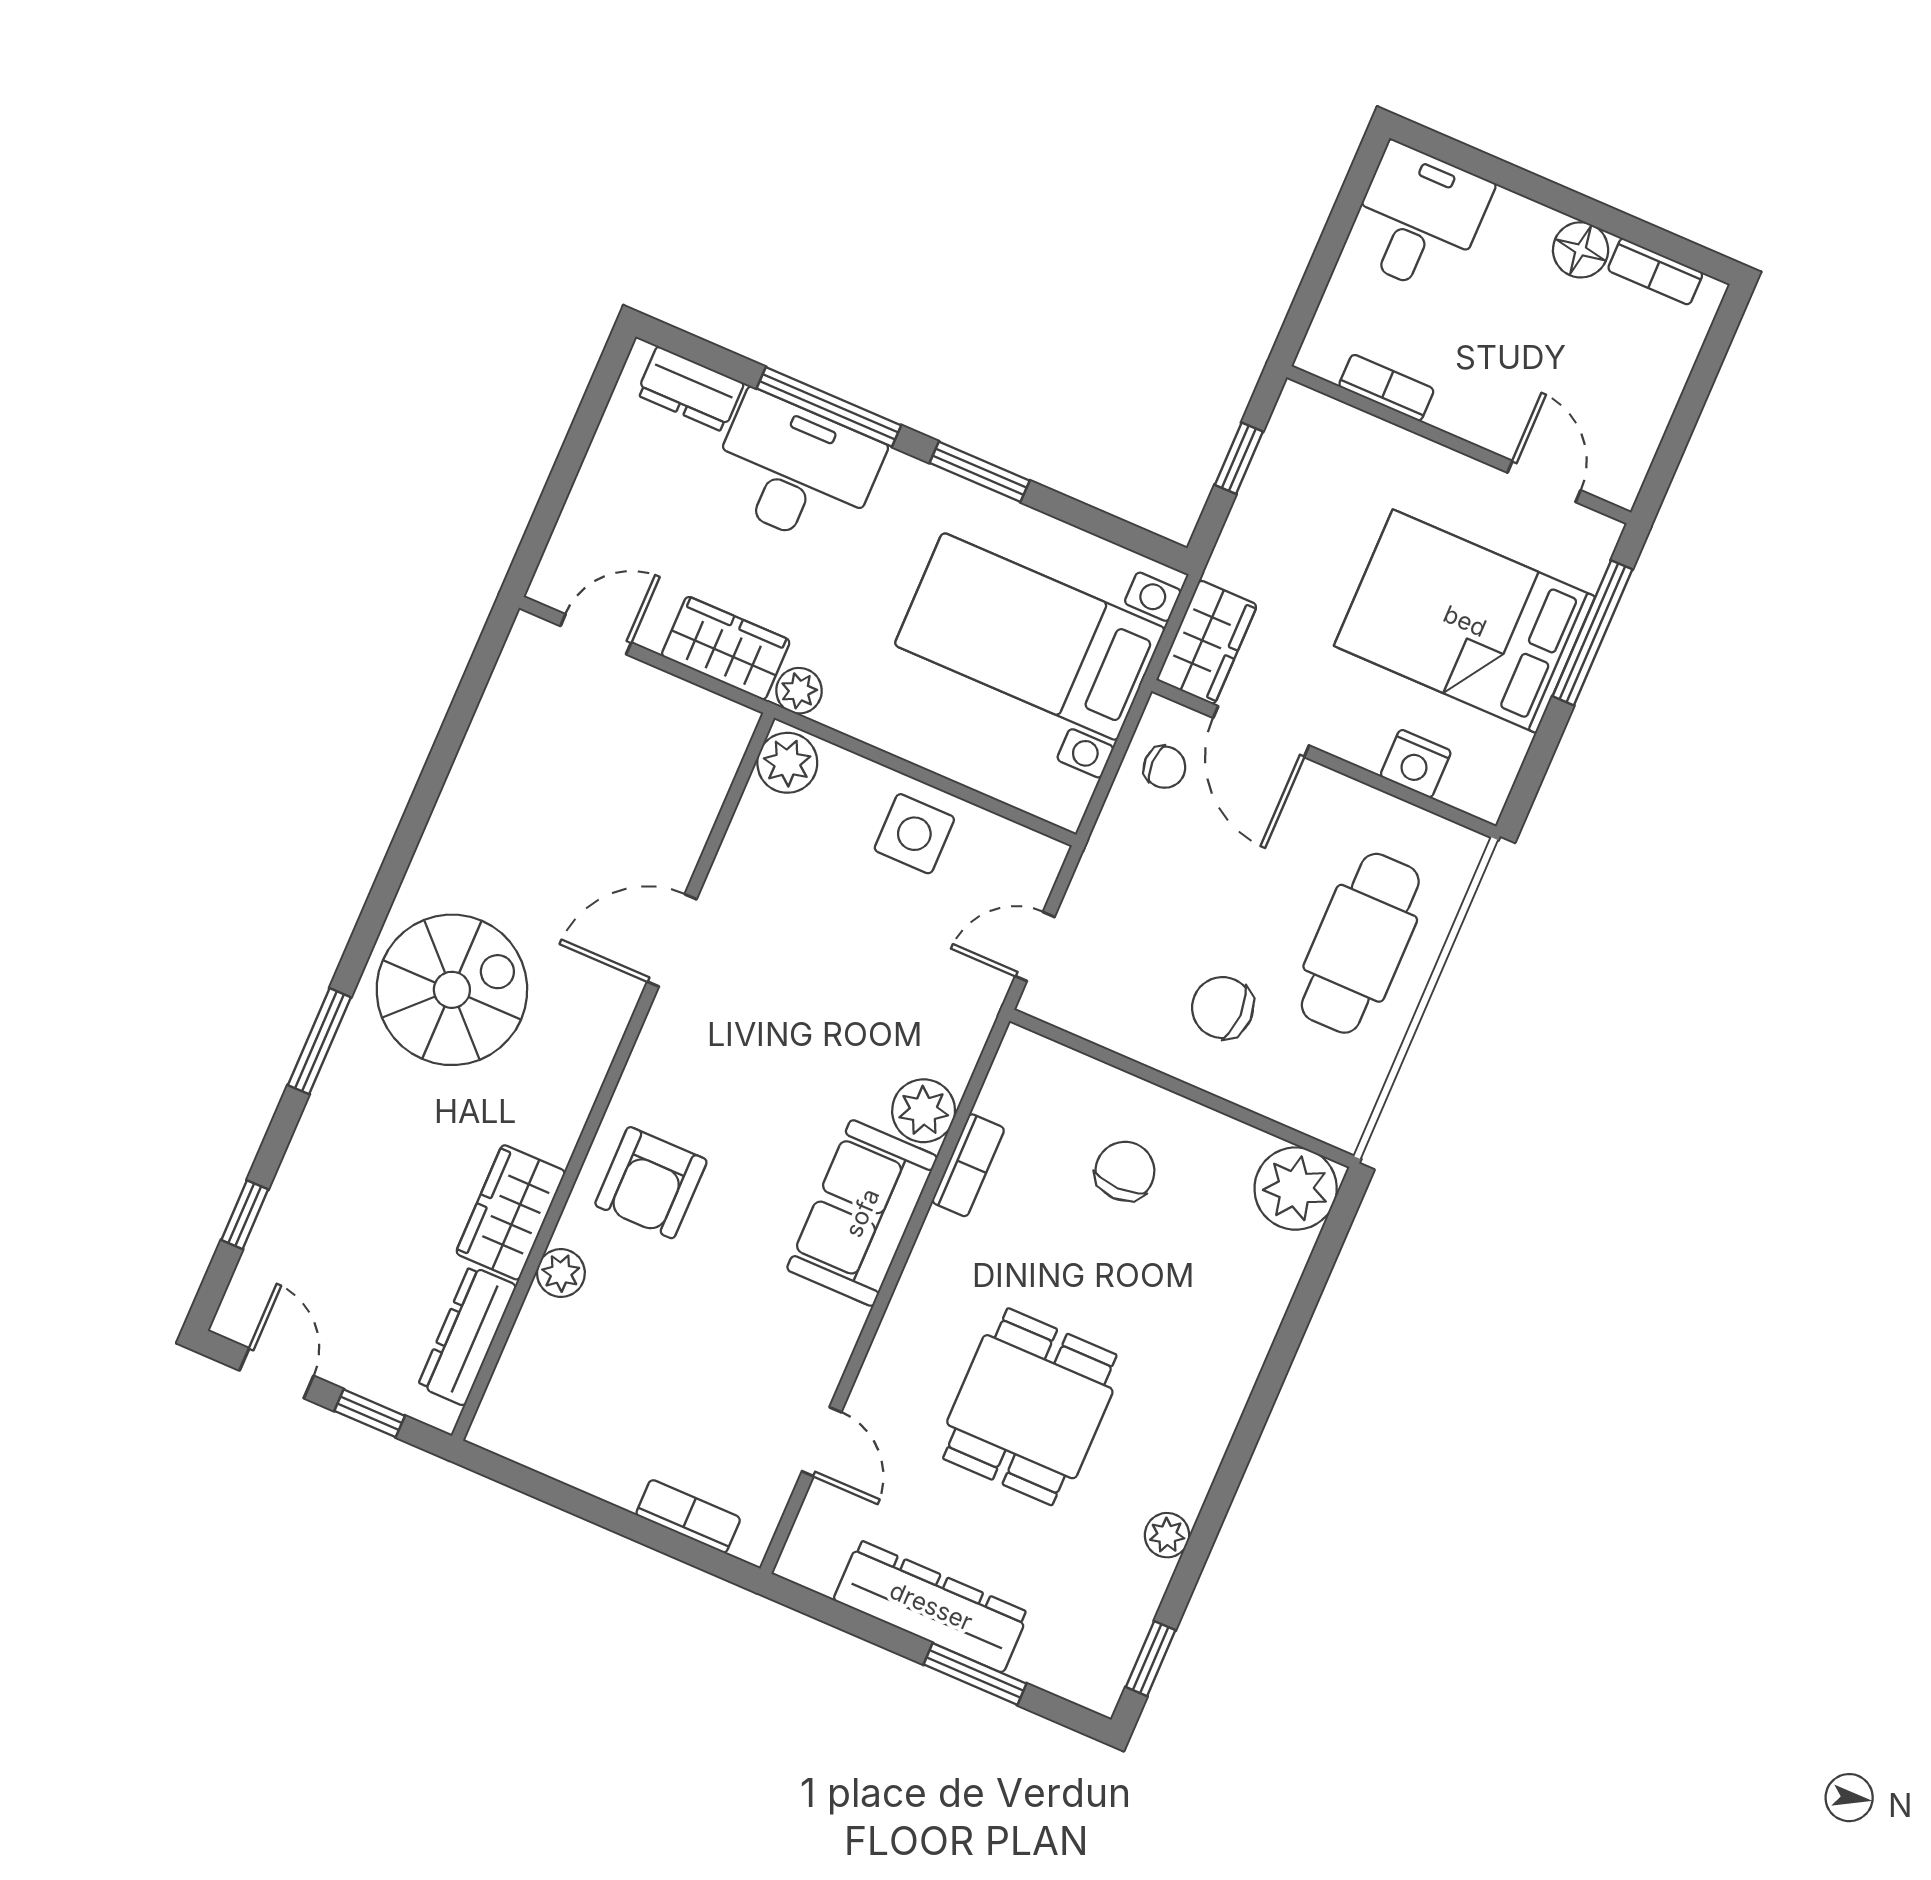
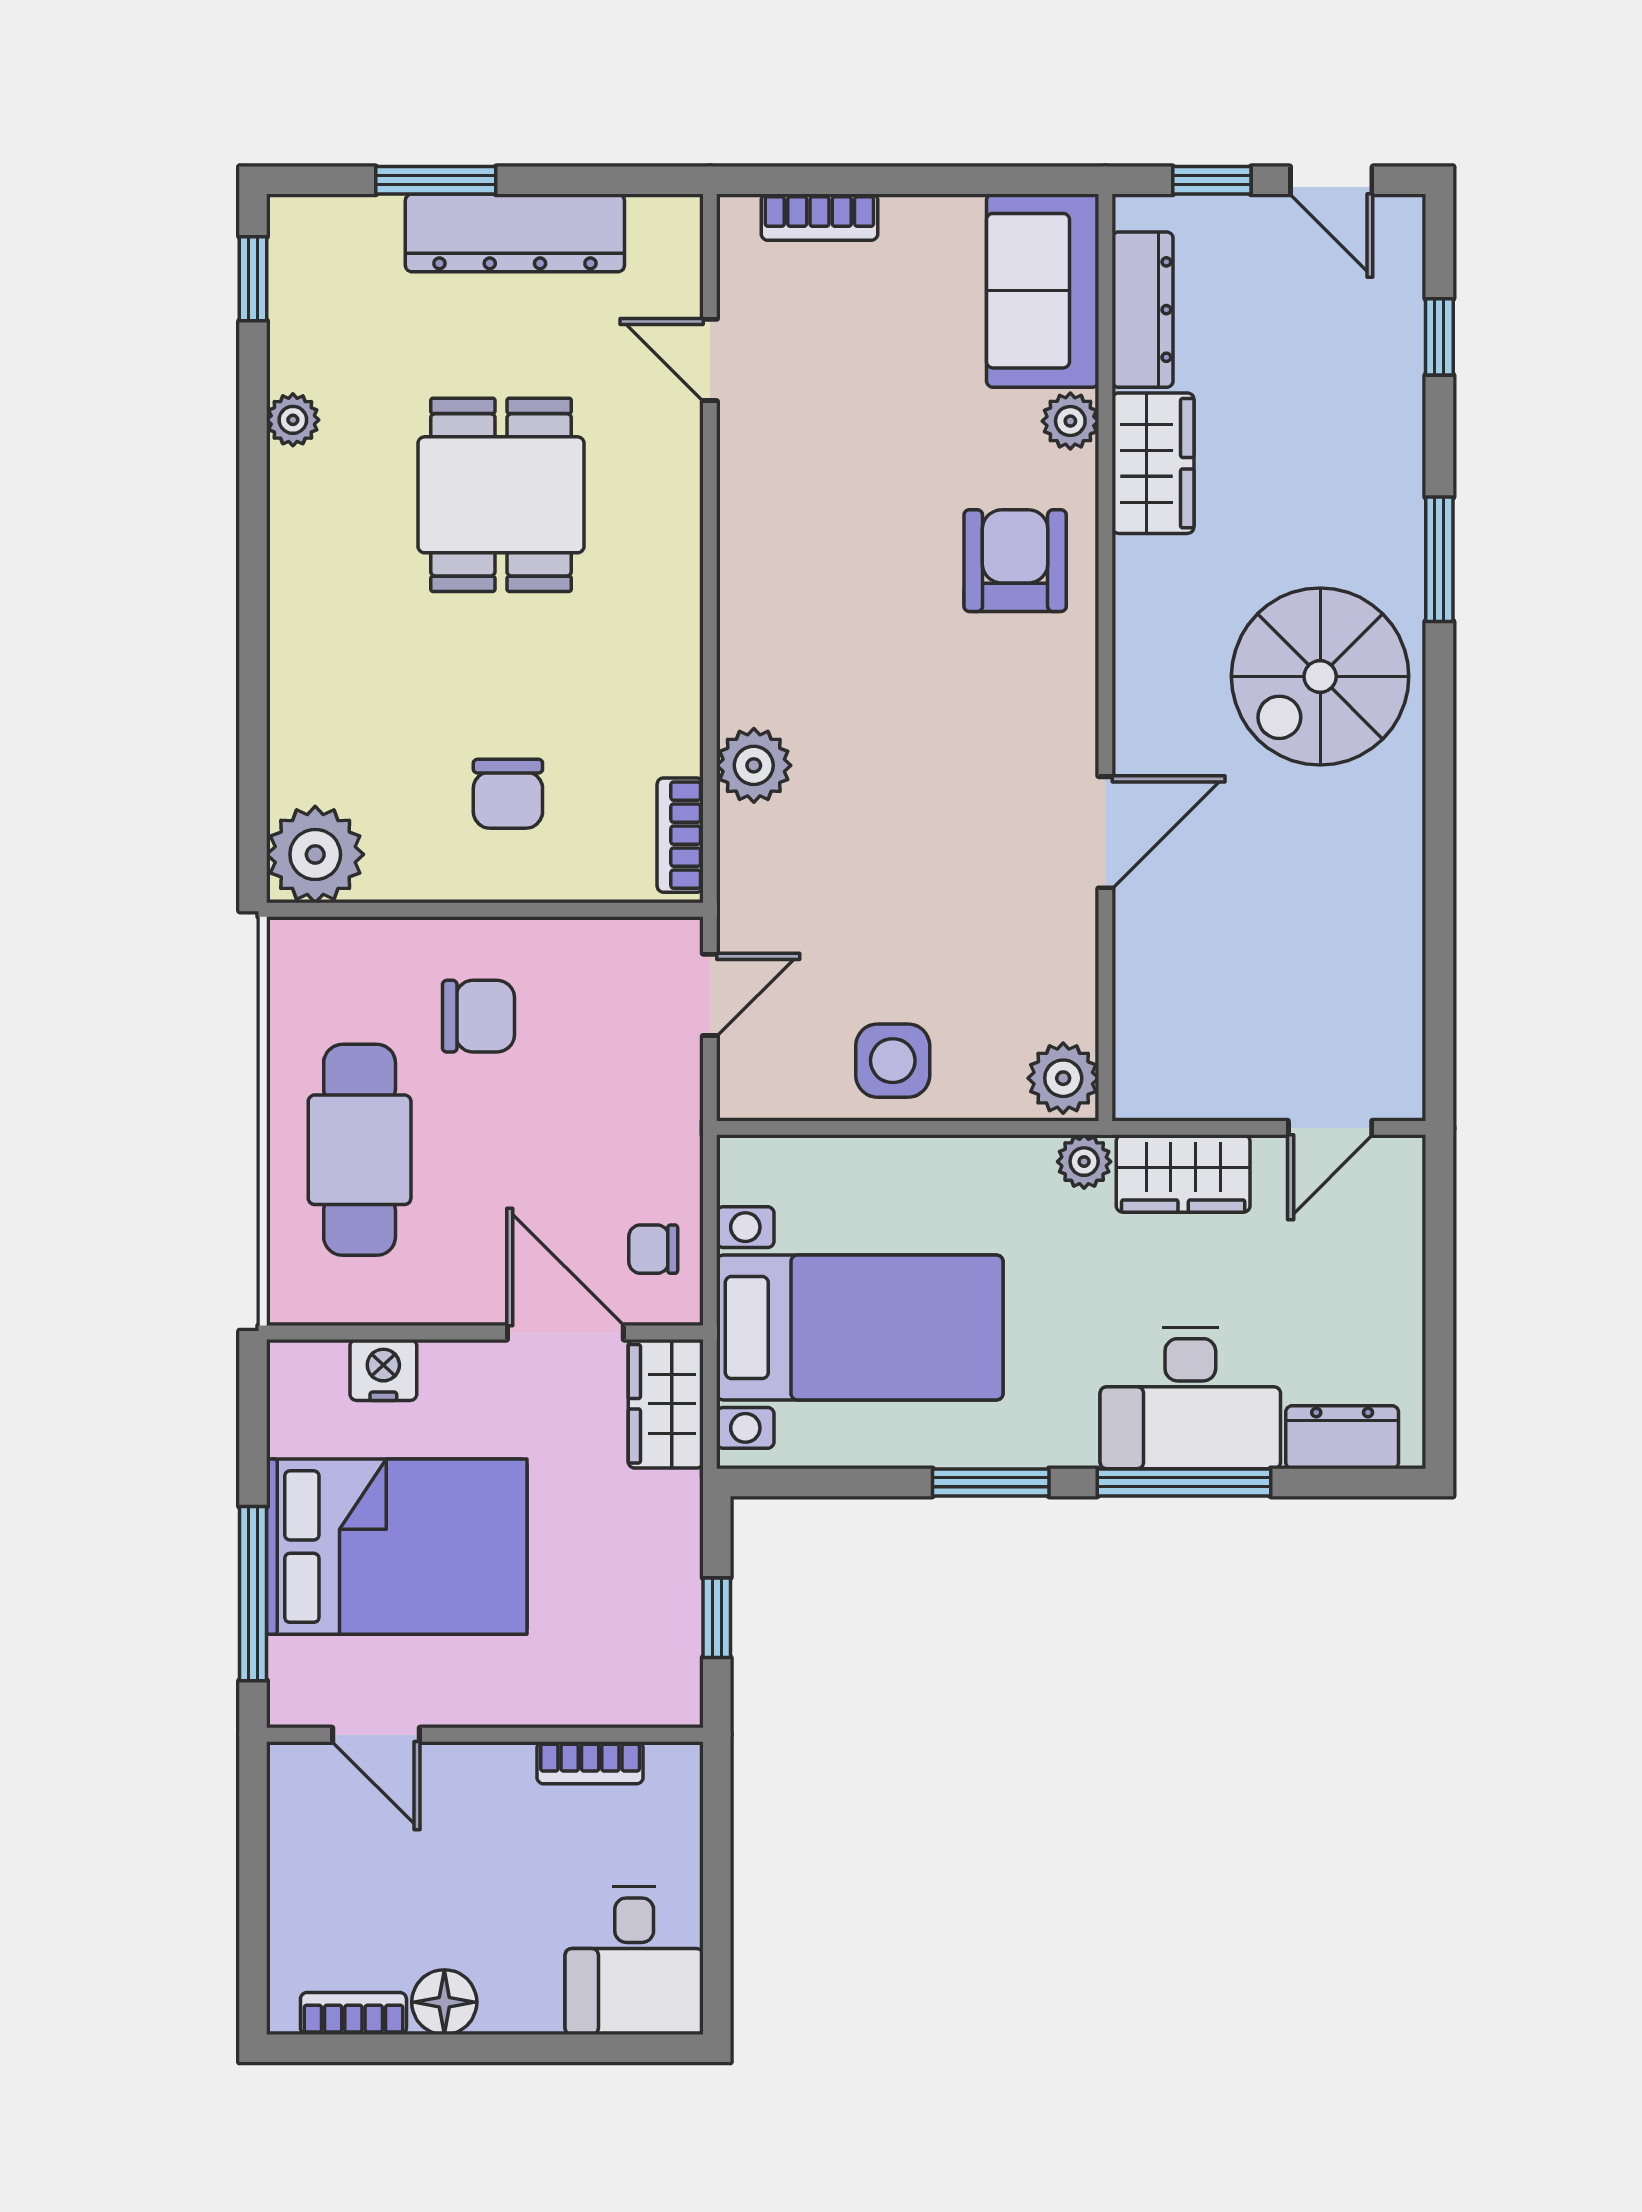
bookcase: (968, 1165) -> (680, 835), moved
sofa: (862, 1213) -> (1043, 291), moved, turned 180

